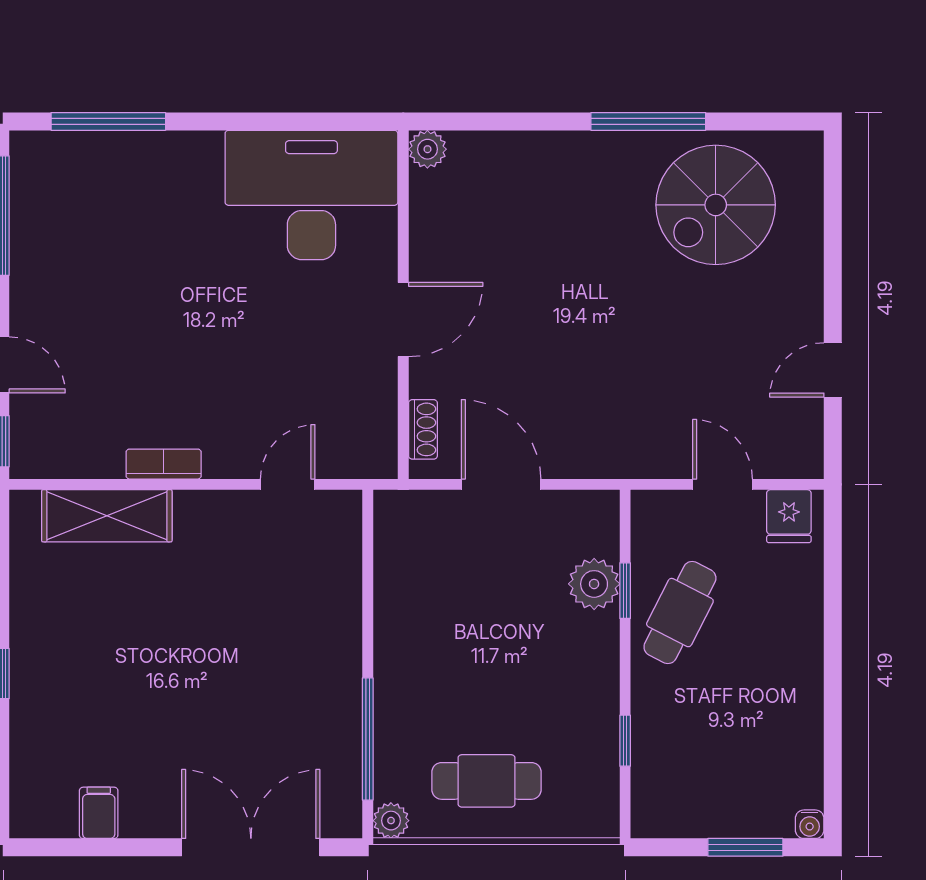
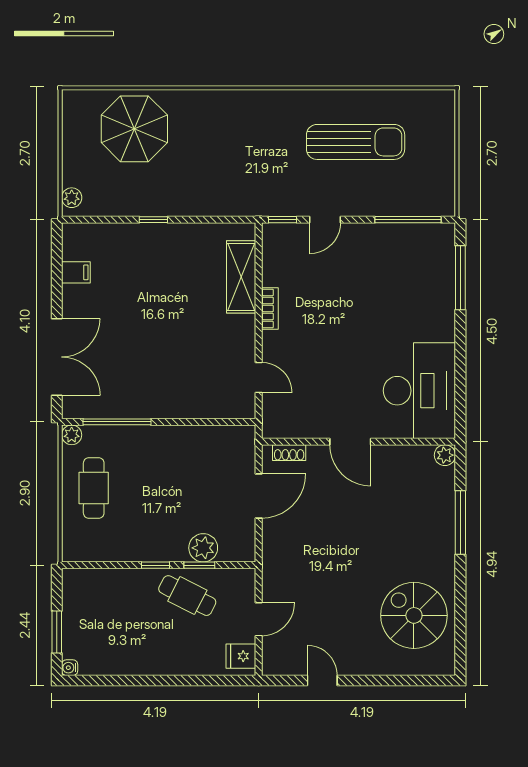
window: (648, 121) -> (460, 522), moved
window: (625, 741) -> (156, 565), moved

